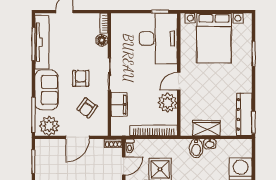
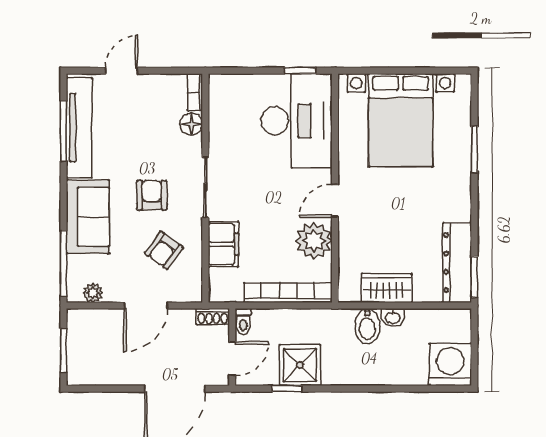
plant: (49, 126) -> (93, 293), width x0.53, depth x0.53

